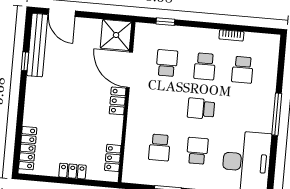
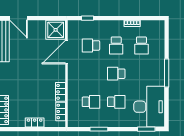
school desk: (167, 63) -> (91, 45), turned -90
door: (129, 70) -> (66, 52), hinge flipped
locker: (118, 101) -> (60, 92), moved
school desk: (159, 148) -> (91, 102), turned -90
school desk: (197, 151) -> (116, 102), turned 90

